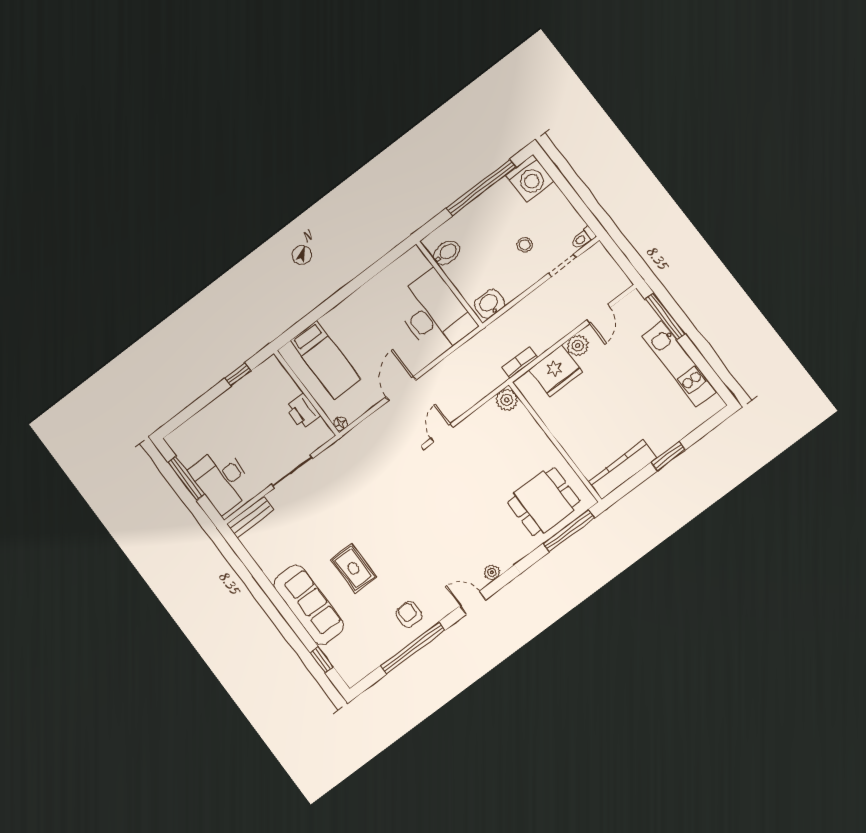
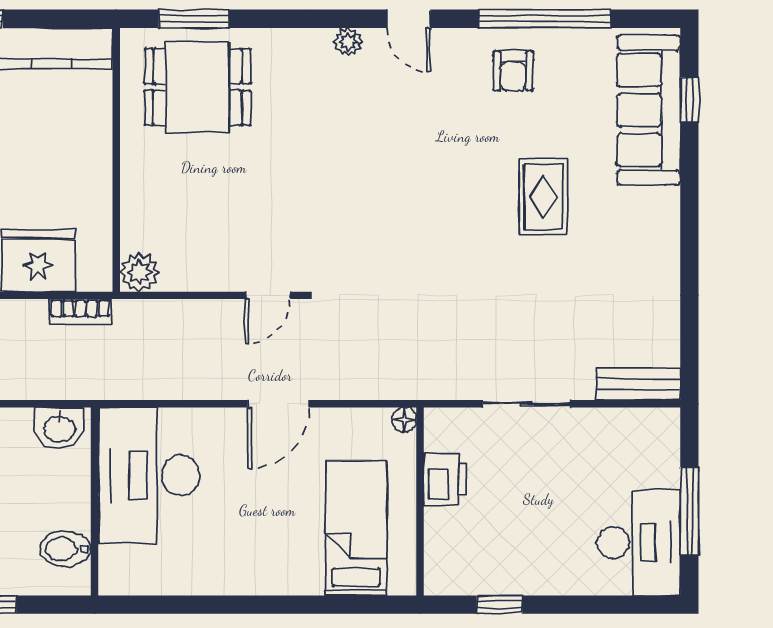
desk: (222, 480) -> (639, 543), moved
window: (569, 531) -> (193, 19), width x0.69
sofa: (309, 605) -> (649, 110), moved

